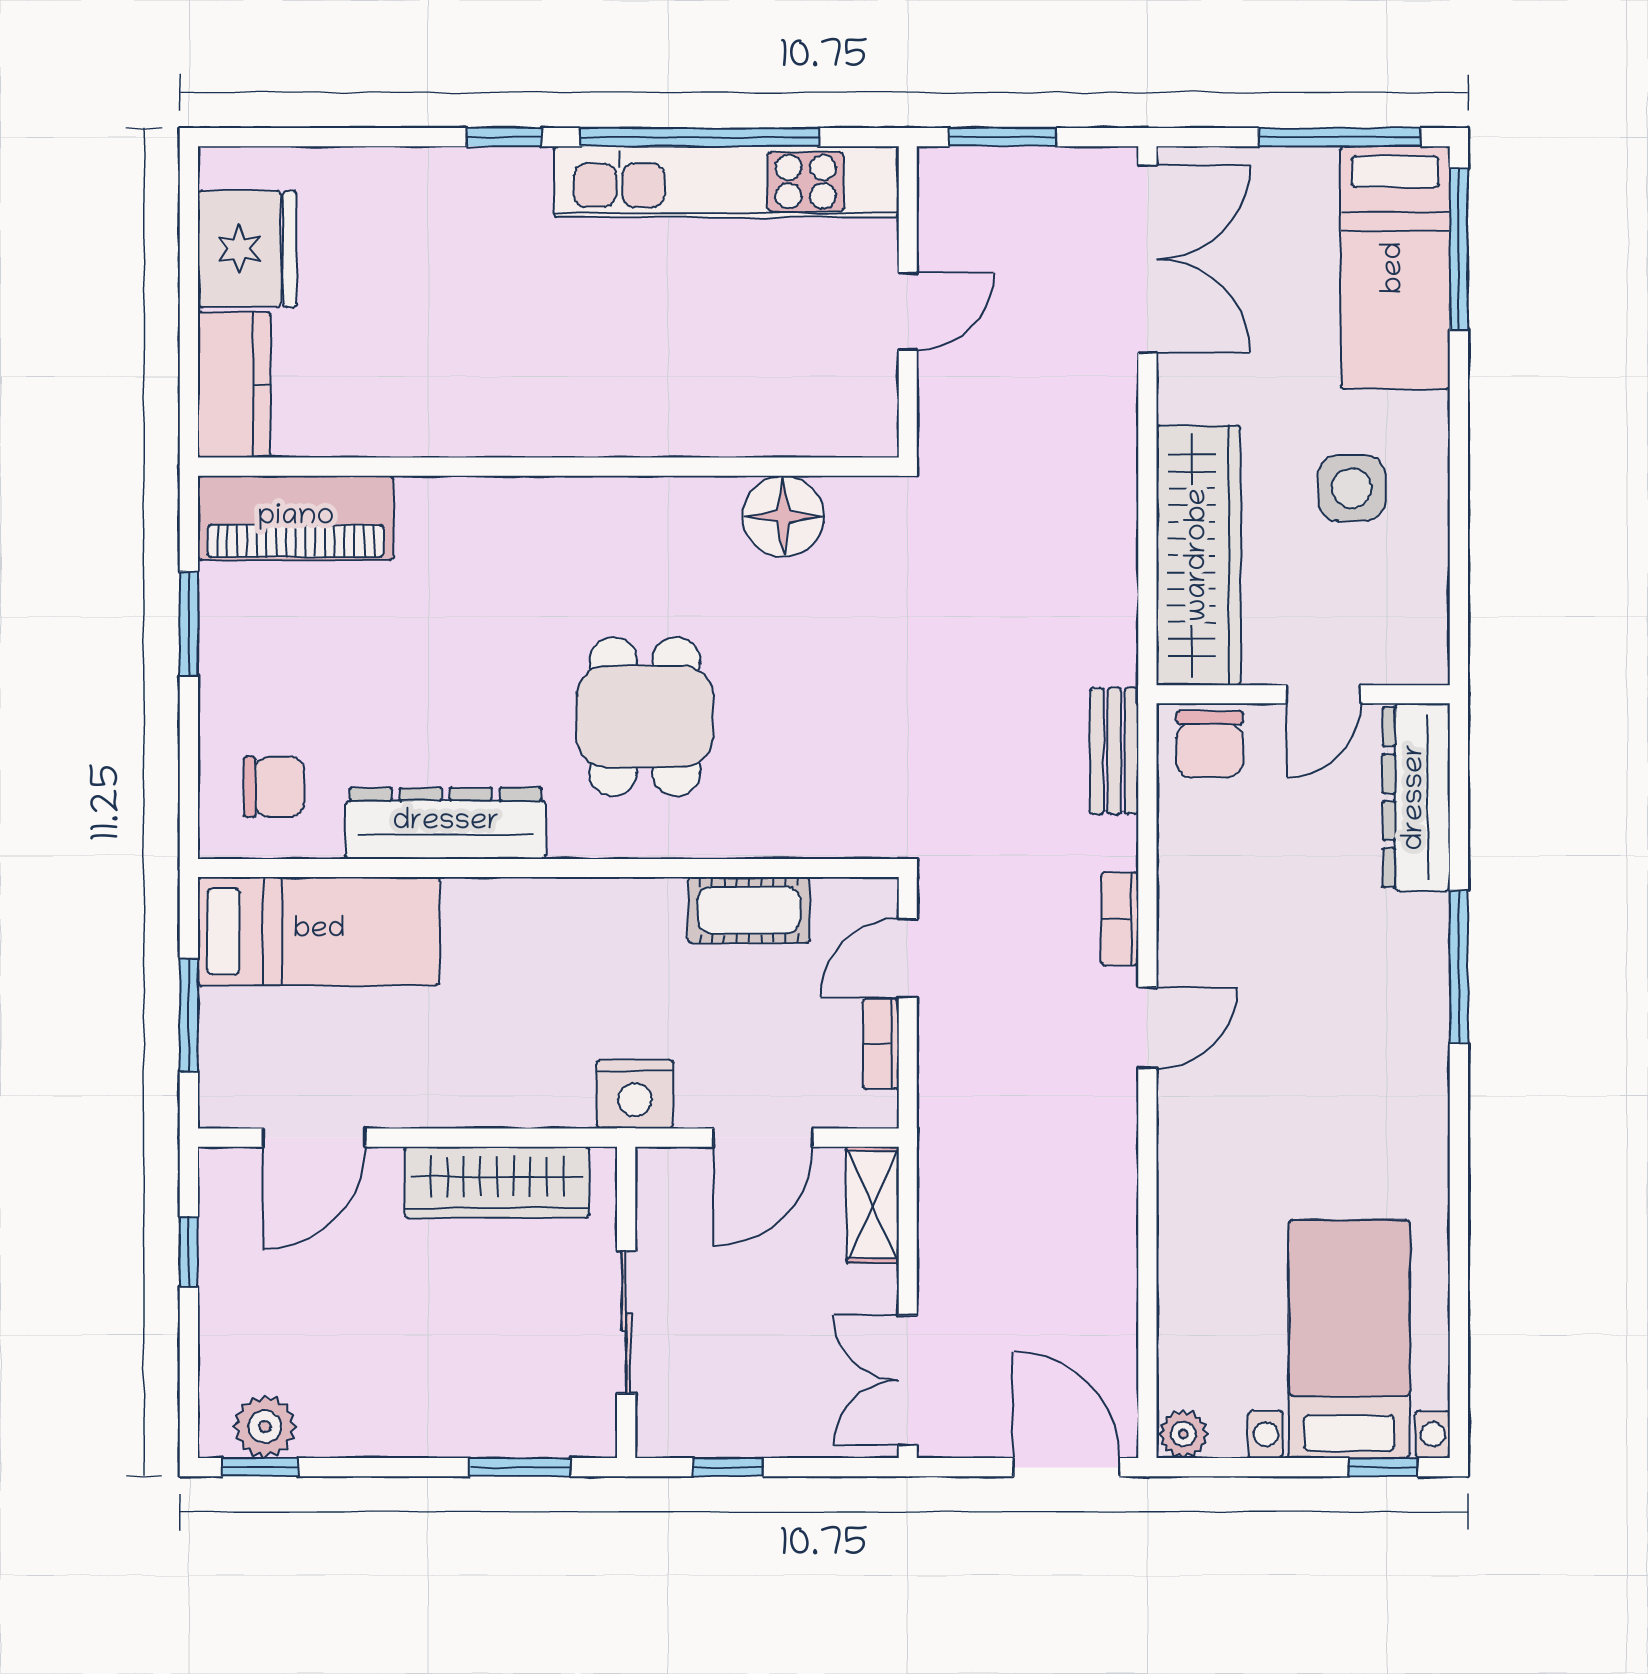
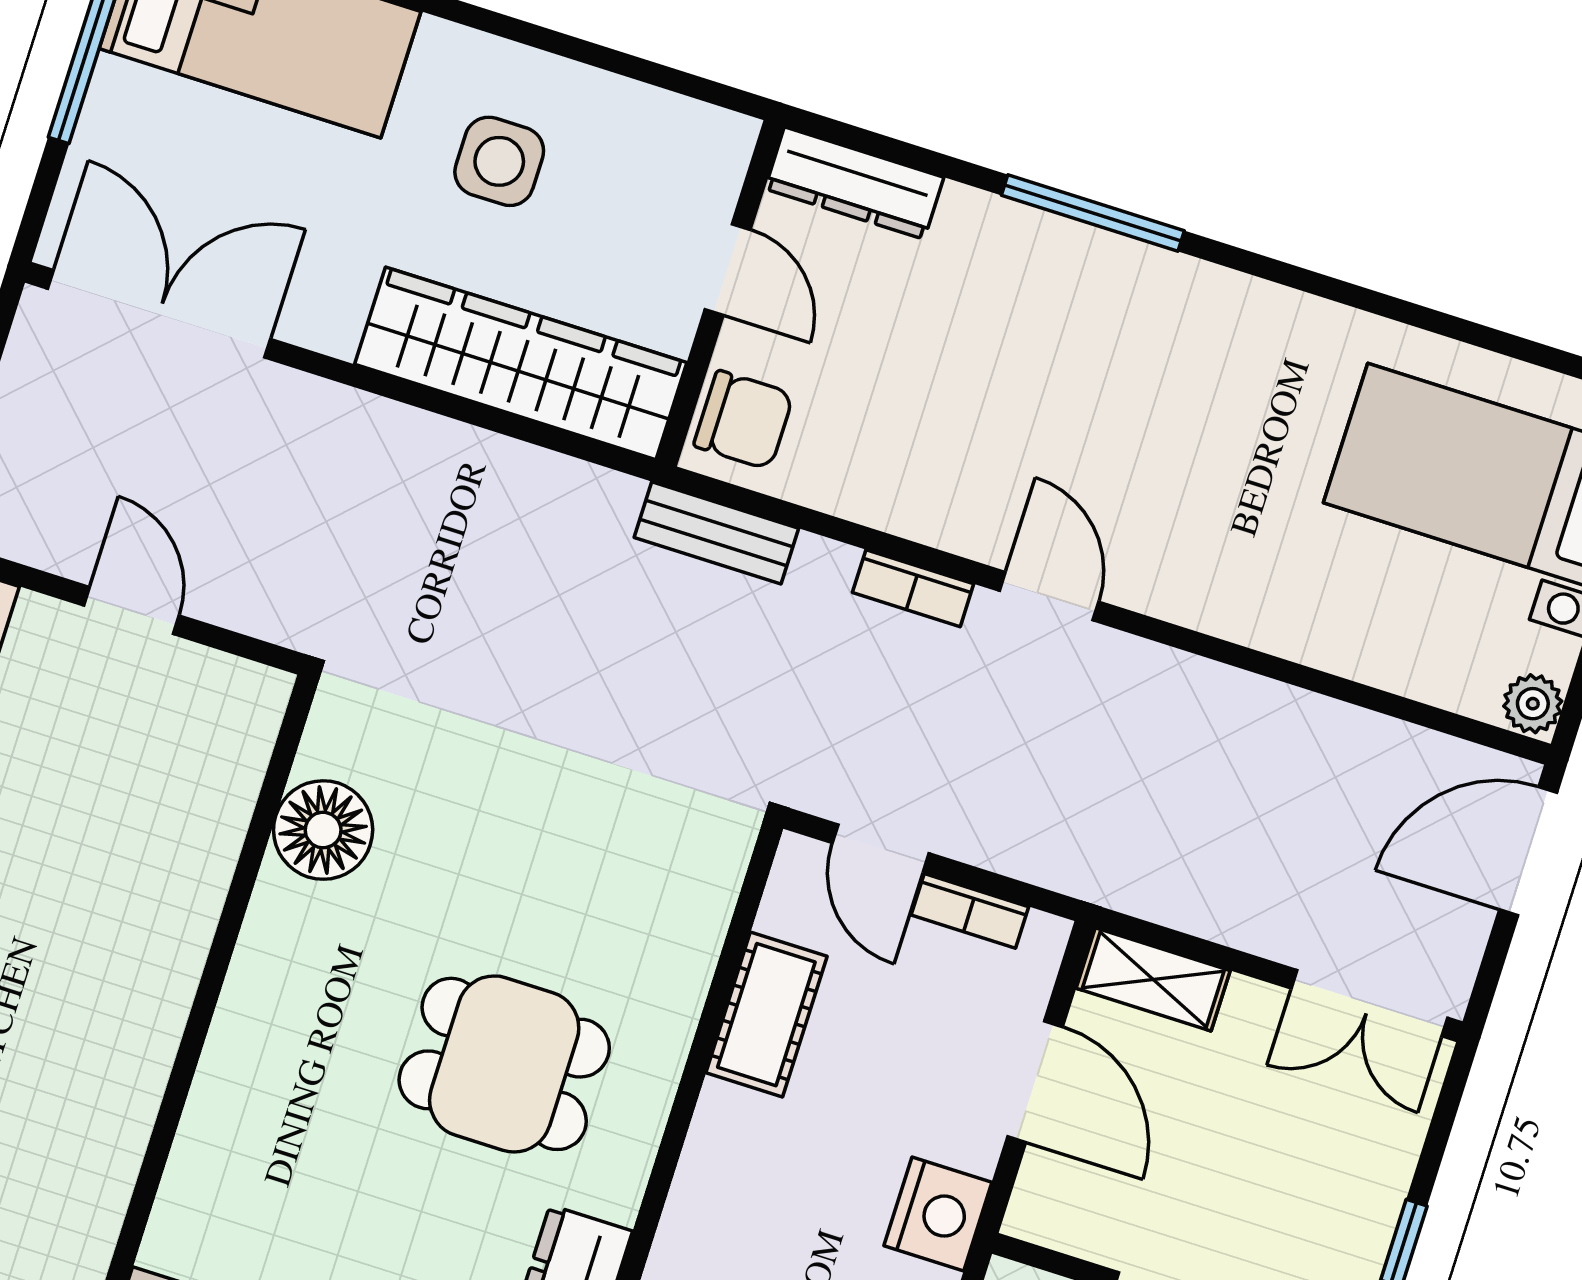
dresser: (1416, 797) -> (854, 183), width x0.73, depth x0.80

